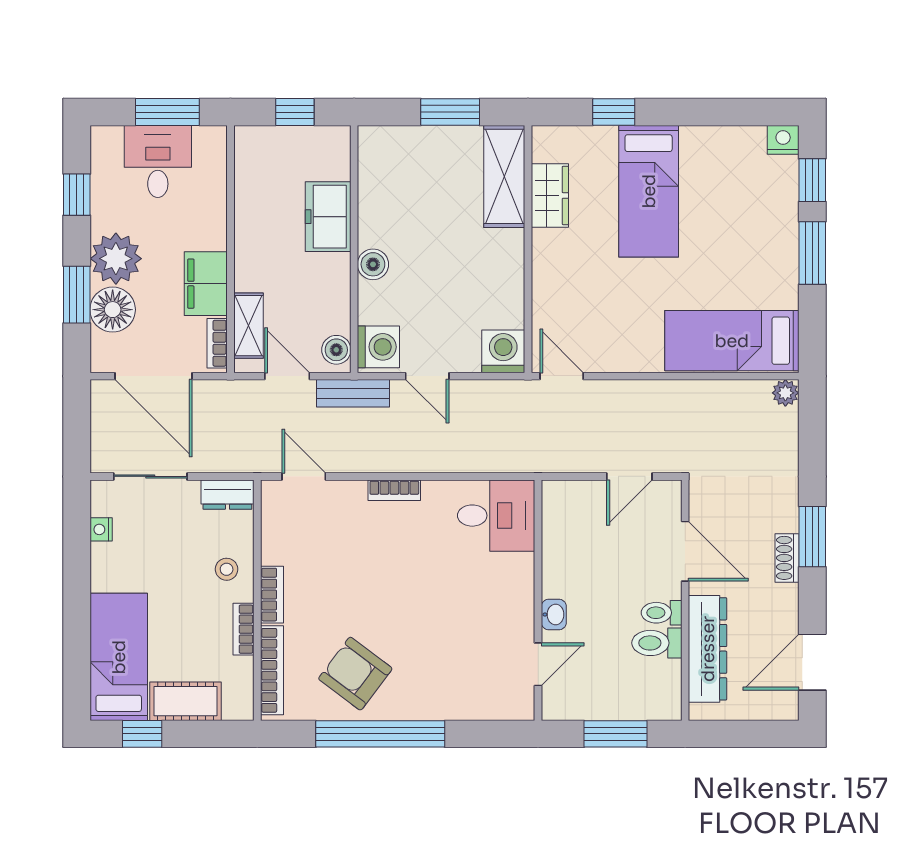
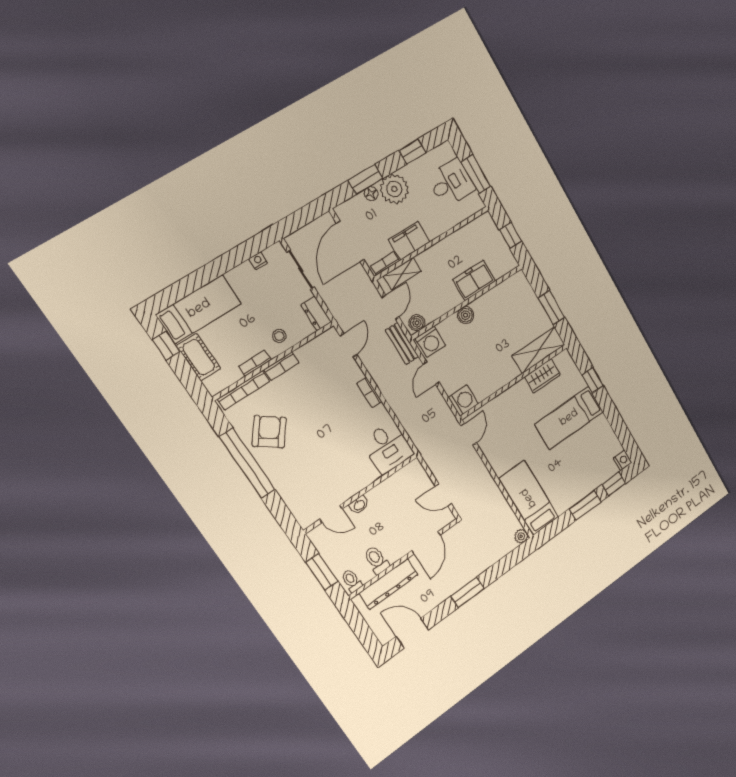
floor lamp: (113, 310) -> (371, 193), width x0.53, depth x0.53
shoe rack: (787, 558) -> (451, 589), removed
toilet: (662, 613) -> (352, 581), moved

